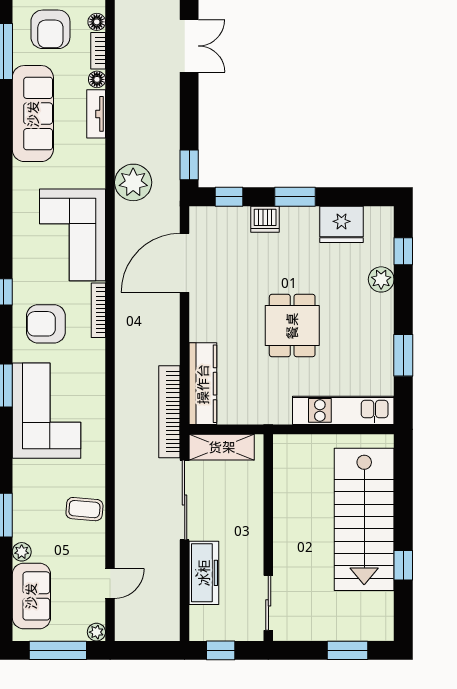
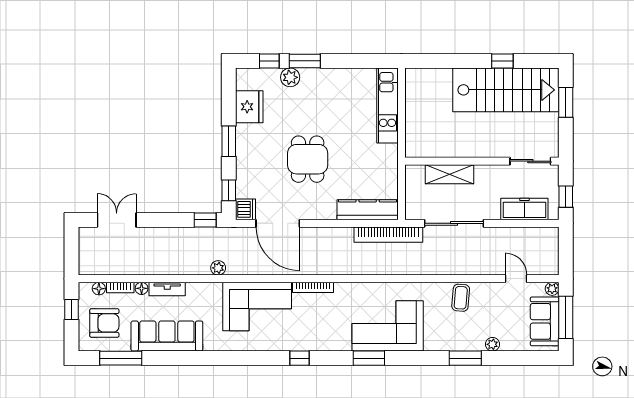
plant: (133, 182) -> (218, 268), width x0.53, depth x0.53
dishwasher: (265, 219) -> (245, 209), moved
armchair: (46, 324) -> (323, 326), removed
dining table: (292, 326) -> (308, 159), moved, turned 90
window: (403, 355) -> (305, 61), moved
shelving: (222, 447) -> (449, 174), moved, turned 90
stairs: (364, 519) -> (506, 90), moved
freezer: (204, 573) -> (524, 209), moved
sofa: (31, 596) -> (545, 321), moved, turned -90

